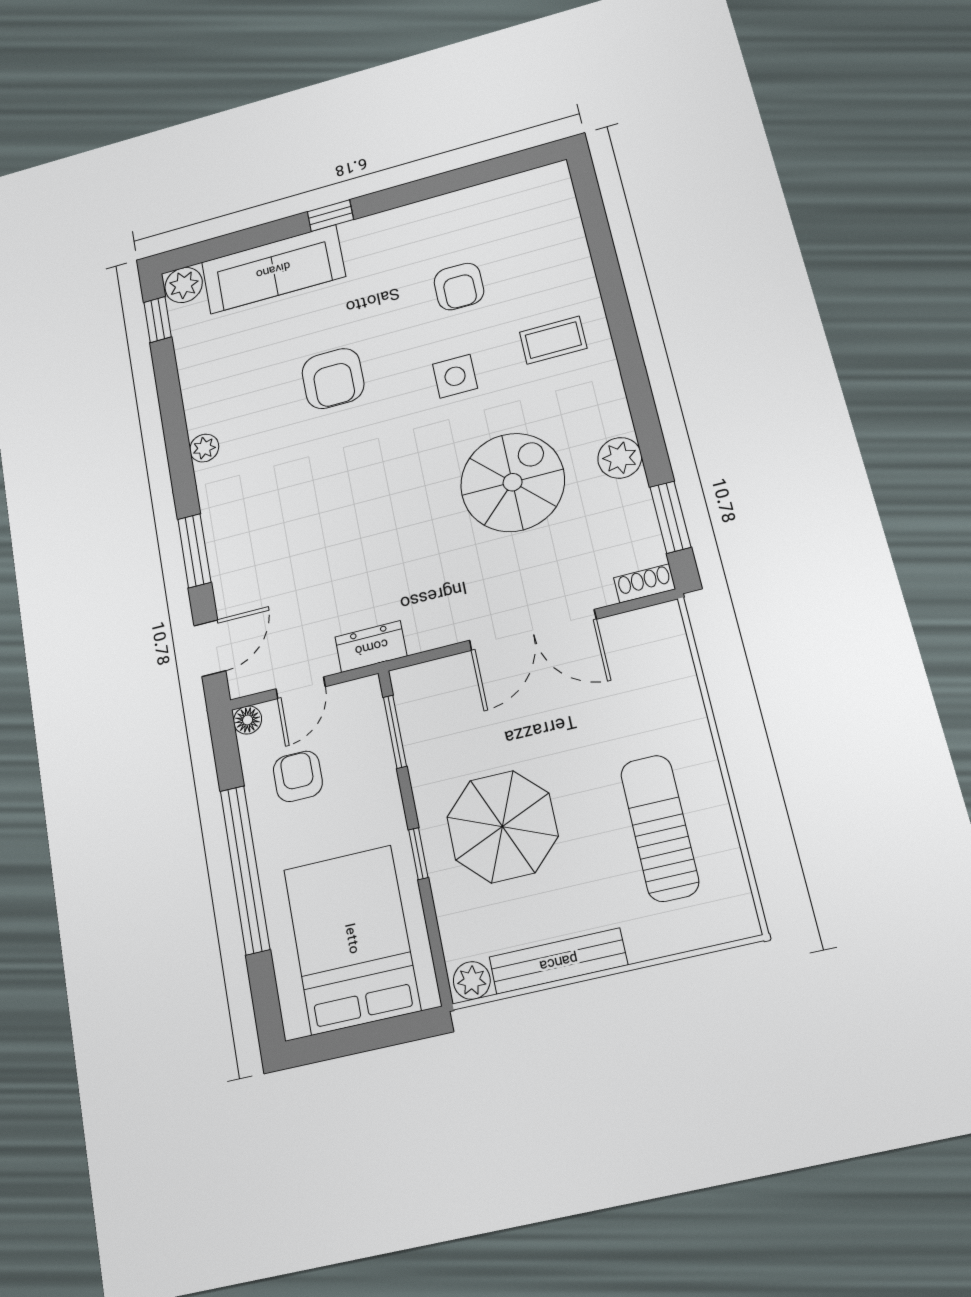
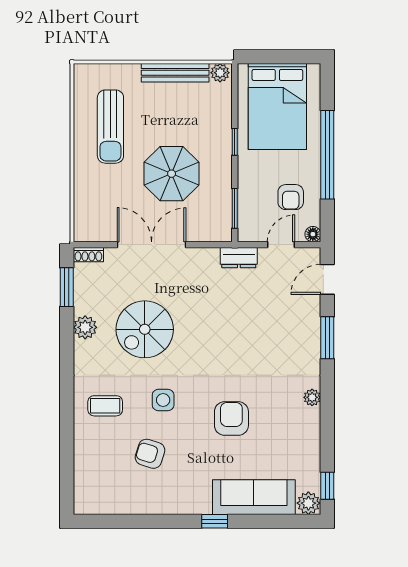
armchair: (459, 287) -> (150, 454), turned -73
parasol: (502, 826) -> (172, 174), moved

